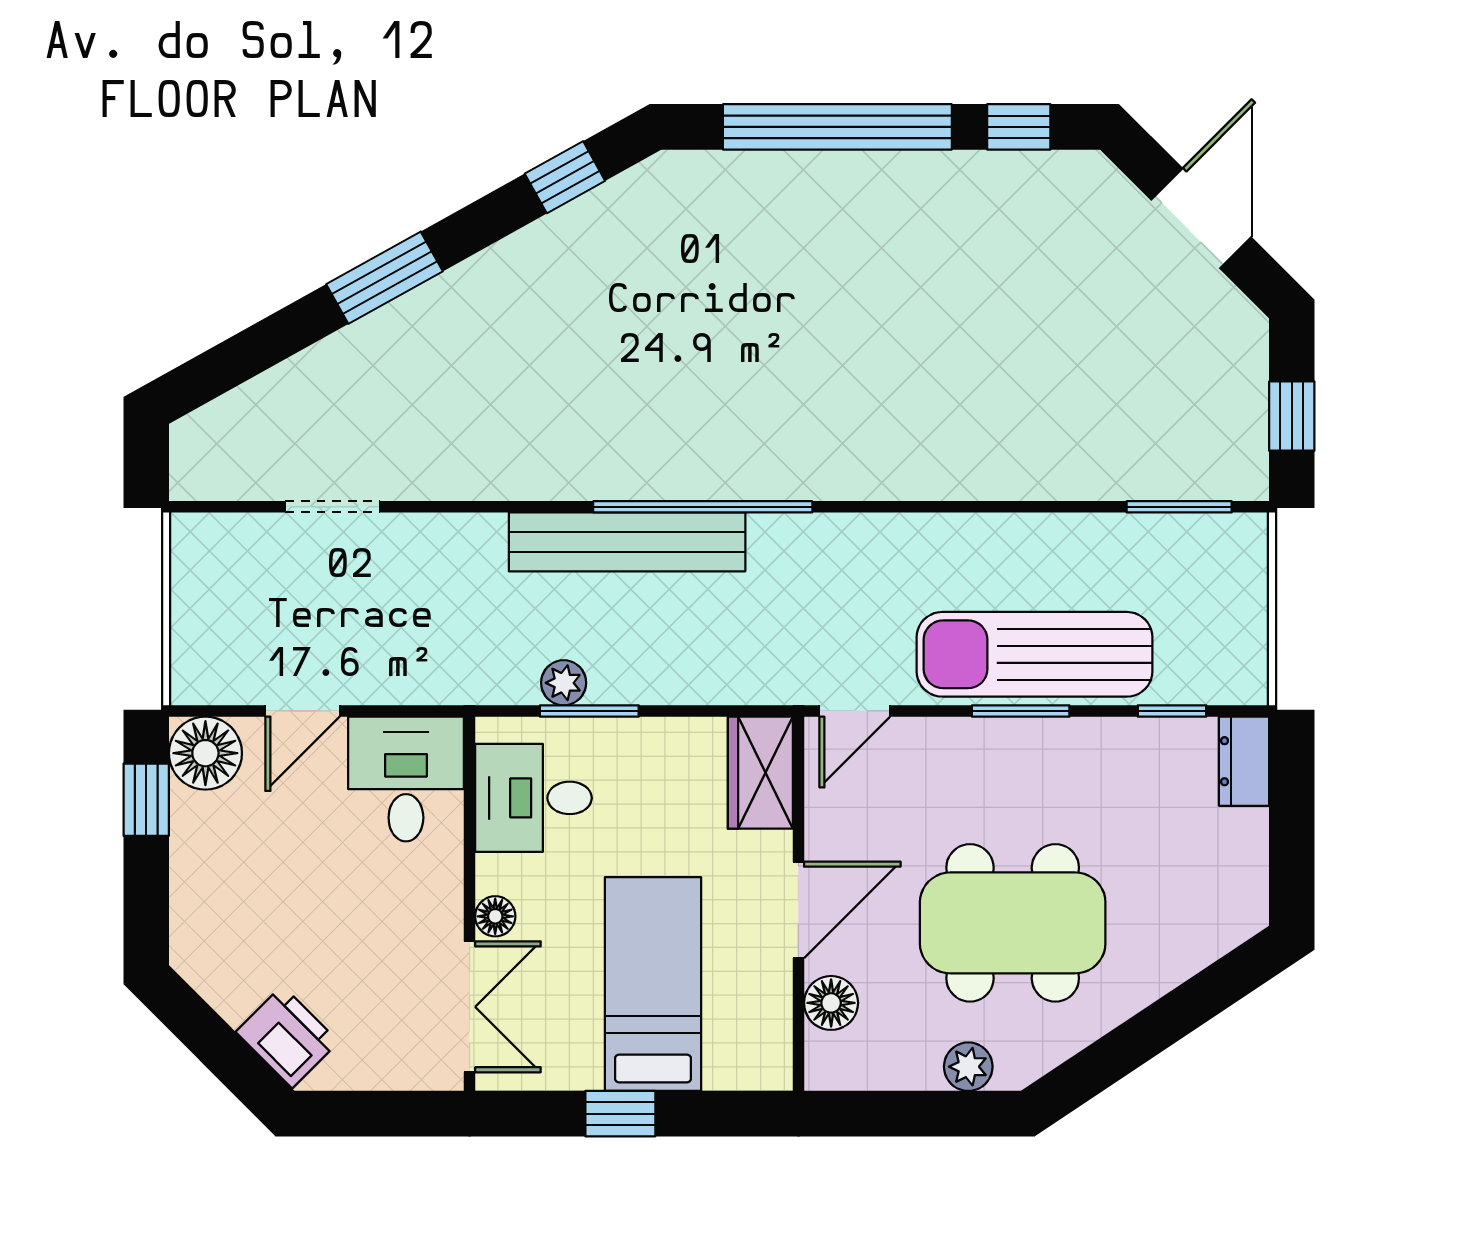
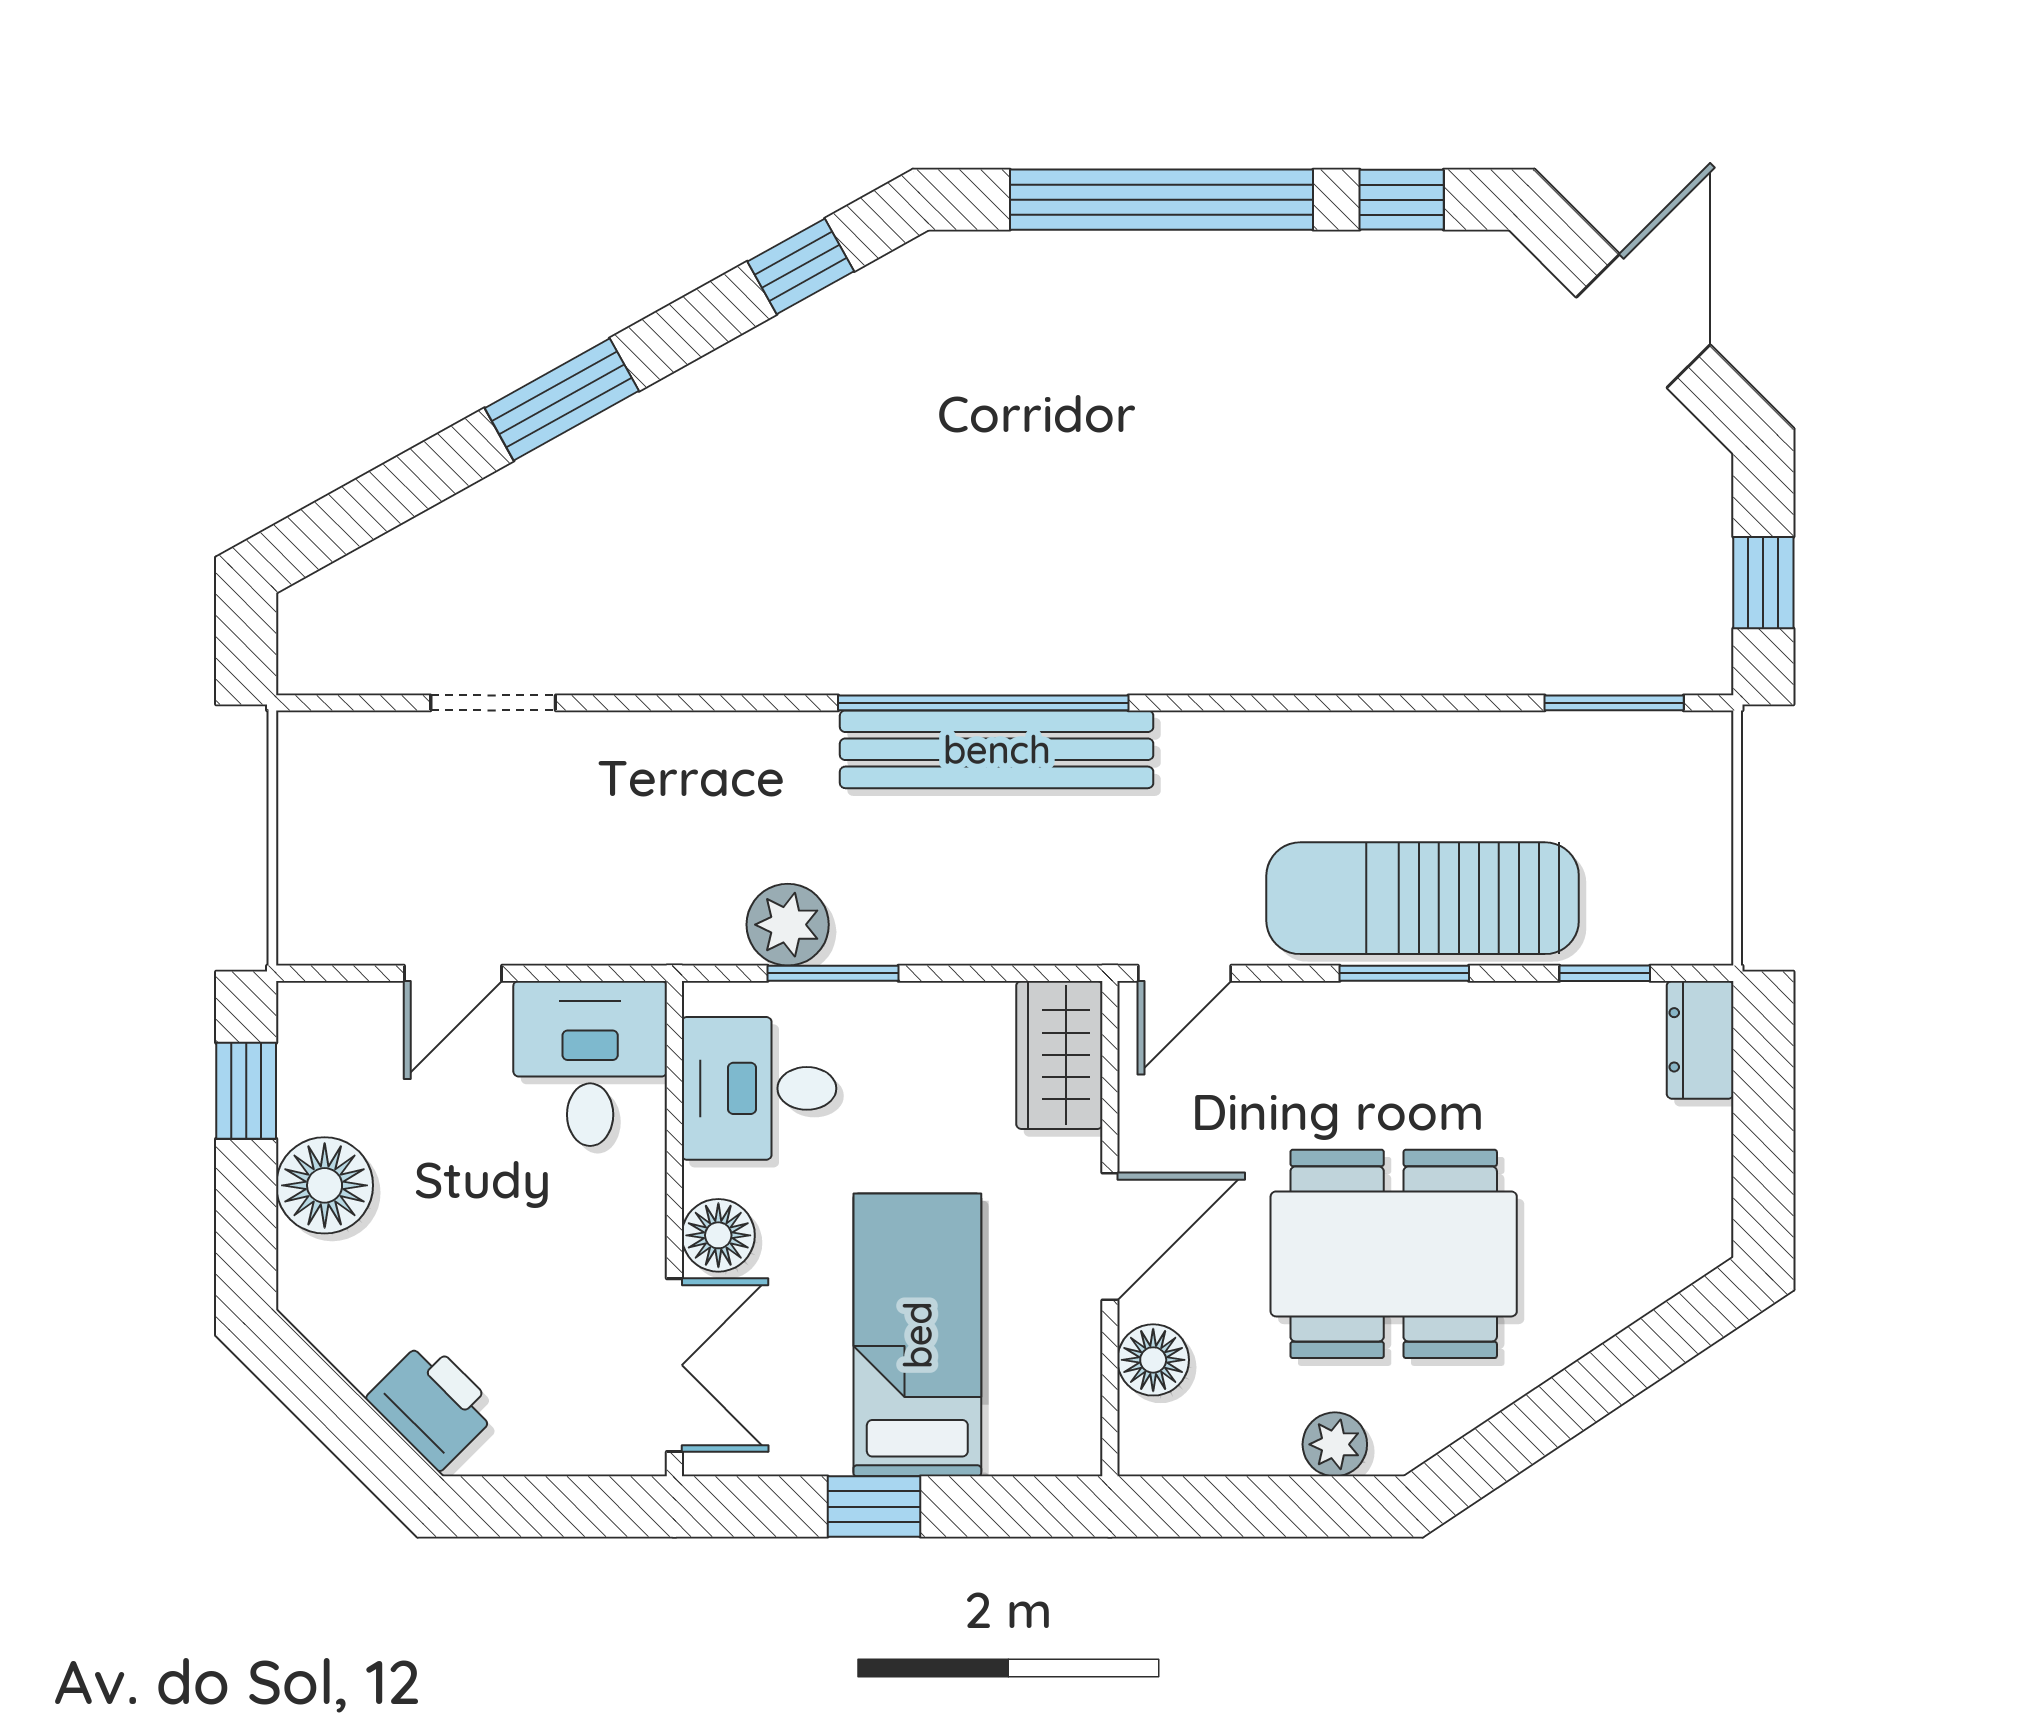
bench: (627, 542) -> (997, 749), moved
plant: (564, 683) -> (788, 925), width x1.38, depth x1.38
floor lamp: (205, 753) -> (325, 1185), moved
floor lamp: (495, 916) -> (718, 1235), width x1.37, depth x1.37

